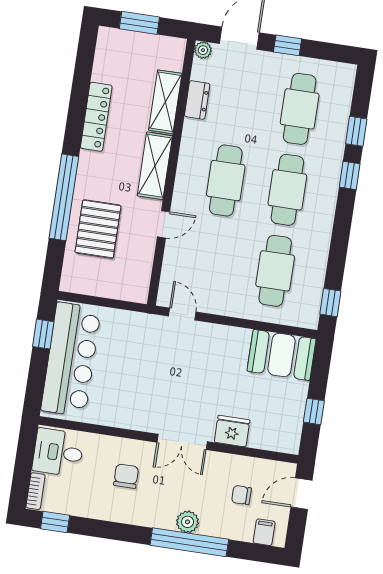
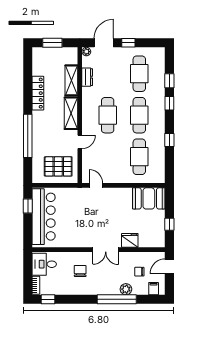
pallet: (98, 229) -> (58, 166), moved, turned 90
window: (330, 303) -> (169, 140), moved
plant: (188, 522) -> (126, 289), moved

